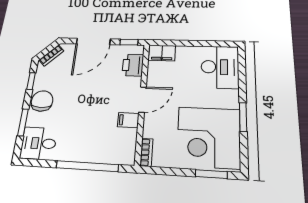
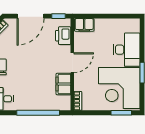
desk: (220, 67) -> (127, 50), moved
filing cabinet: (128, 120) -> (63, 84), width x2.00

